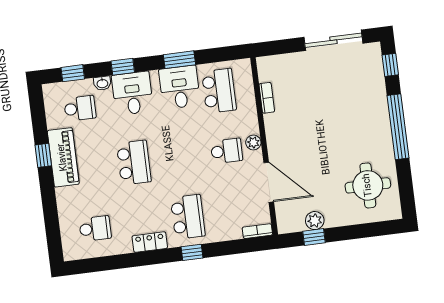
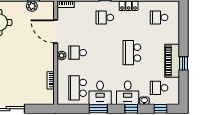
school desk: (188, 217) -> (105, 17), width x0.54

